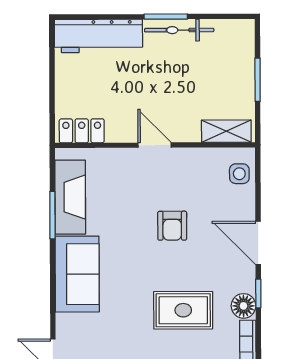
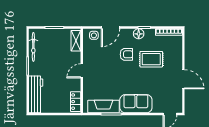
bicycle: (179, 30) -> (33, 47), moved
armchair: (172, 226) -> (126, 54), moved
door: (258, 243) -> (111, 28), moved
floor lamp: (243, 306) -> (139, 34), moved
rug: (183, 310) -> (151, 59), turned 90

